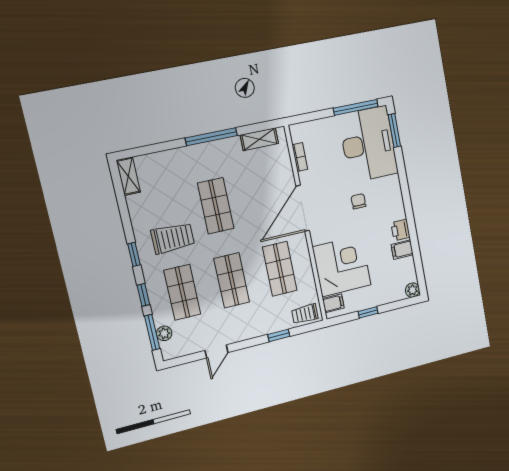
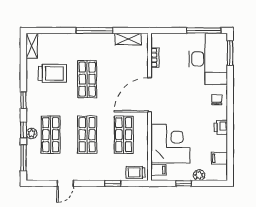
chair: (358, 201) -> (217, 100), moved
trolley: (173, 238) -> (52, 73), moved
filing cabinet: (402, 250) -> (219, 158), moved
plant: (412, 290) -> (199, 175), moved
plant: (164, 333) -> (32, 133), moved

